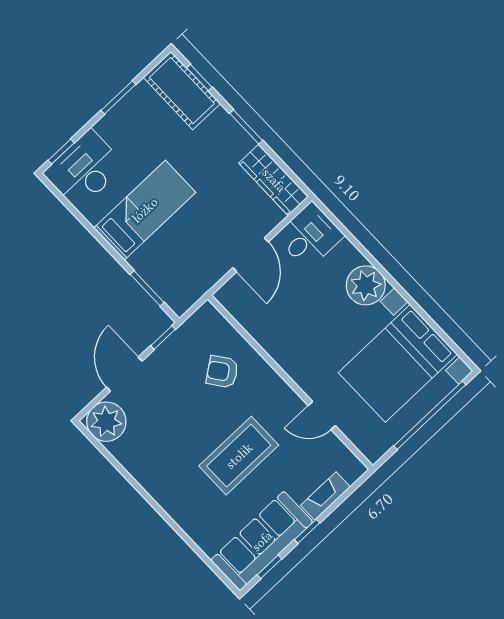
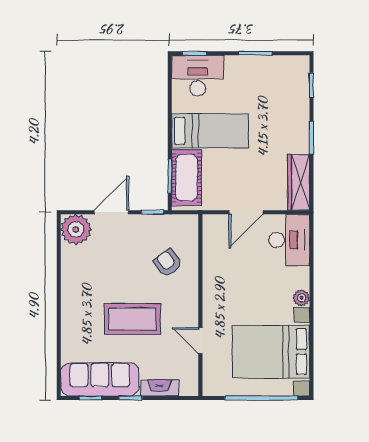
cot: (182, 91) -> (187, 178), moved
desk: (310, 236) -> (289, 240), width x1.37
plant: (366, 285) -> (301, 298), width x0.53, depth x0.53

